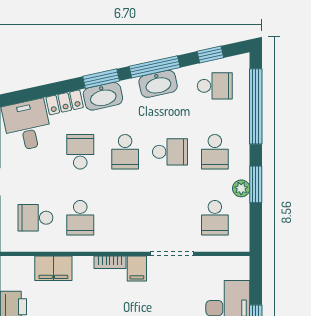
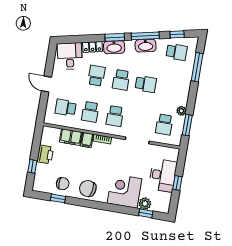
window: (256, 106) -> (197, 67), width x0.68
school desk: (215, 152) -> (115, 116), moved
window: (256, 184) -> (187, 125), moved
filing cabinet: (137, 269) -> (87, 140), moved

